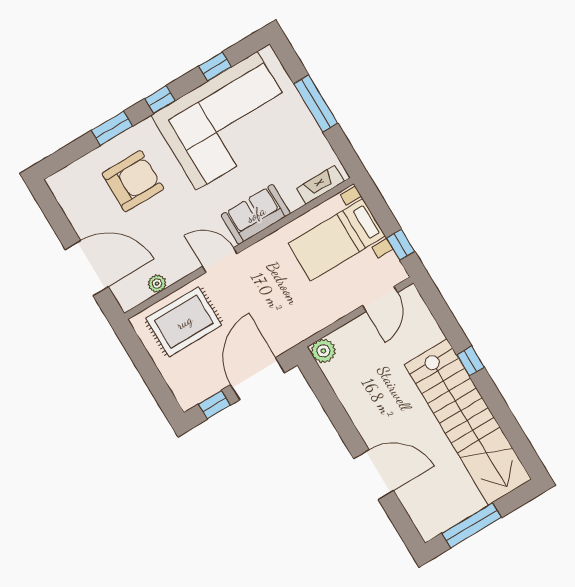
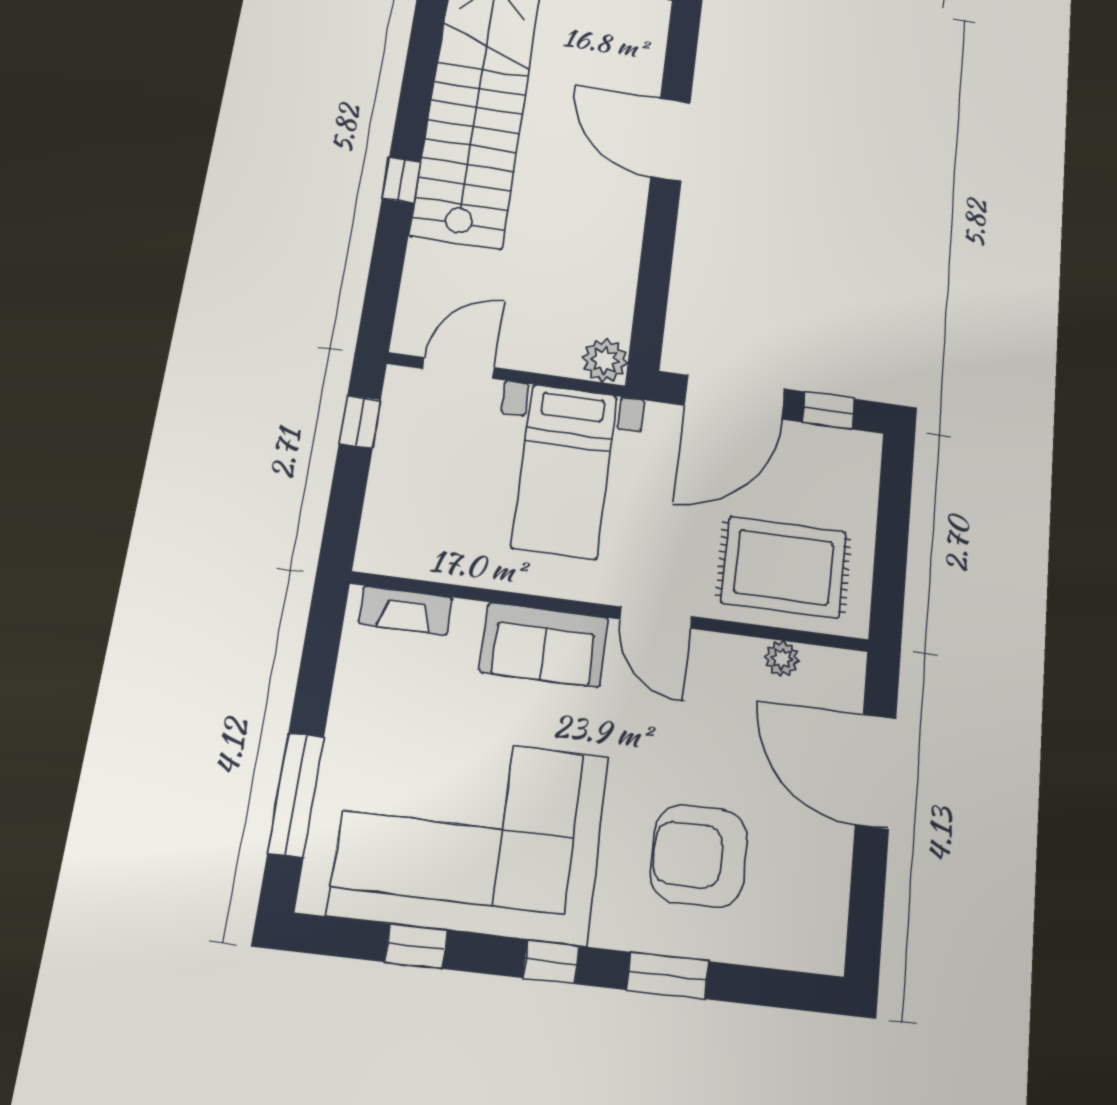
window: (316, 103) -> (296, 795), moved
bed with nightstands: (337, 240) -> (565, 471), moved, turned 90

